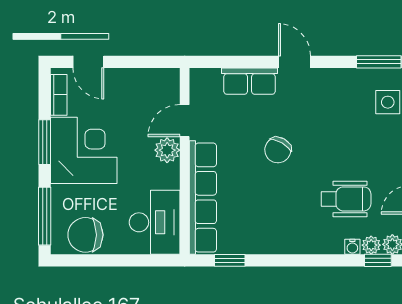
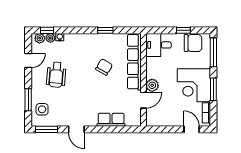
door: (295, 62) -> (76, 129), moved
chair: (278, 150) -> (104, 67), moved
wheelchair: (346, 199) -> (56, 75), moved, turned -85
desk: (155, 222) -> (159, 45), width x0.73
window: (105, 260) -> (183, 30), added
window: (230, 260) -> (105, 30), moved

